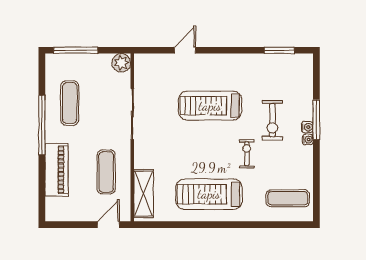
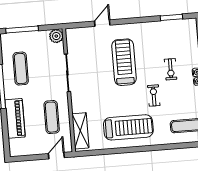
treadmill: (210, 106) -> (124, 62), turned 90
exercise bike: (272, 120) -> (171, 69), width x0.73, depth x0.72
treadmill: (209, 194) -> (128, 127), turned 180

